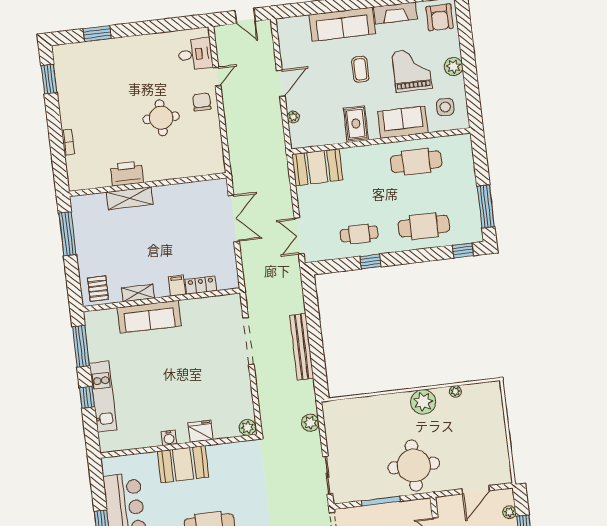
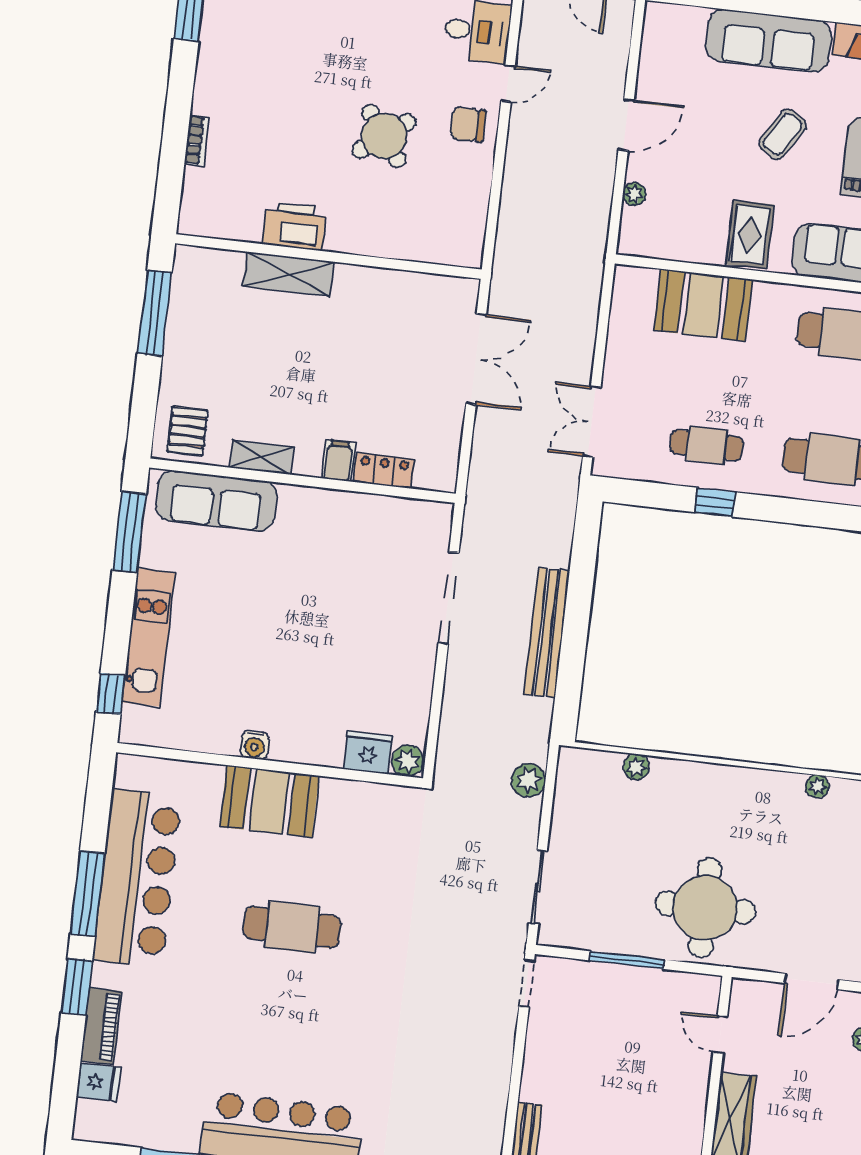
coffee table: (360, 69) -> (783, 134), turned 33
chair: (202, 102) -> (468, 124), turned -90
round table: (161, 118) -> (384, 136), turned -37
booth: (317, 167) -> (703, 305), moved
sofa: (149, 317) -> (216, 501), moved
window: (87, 397) -> (111, 694), moved
plant: (423, 402) -> (636, 767), moved, width x0.53, depth x0.53
fridge: (201, 431) -> (368, 753), moved

